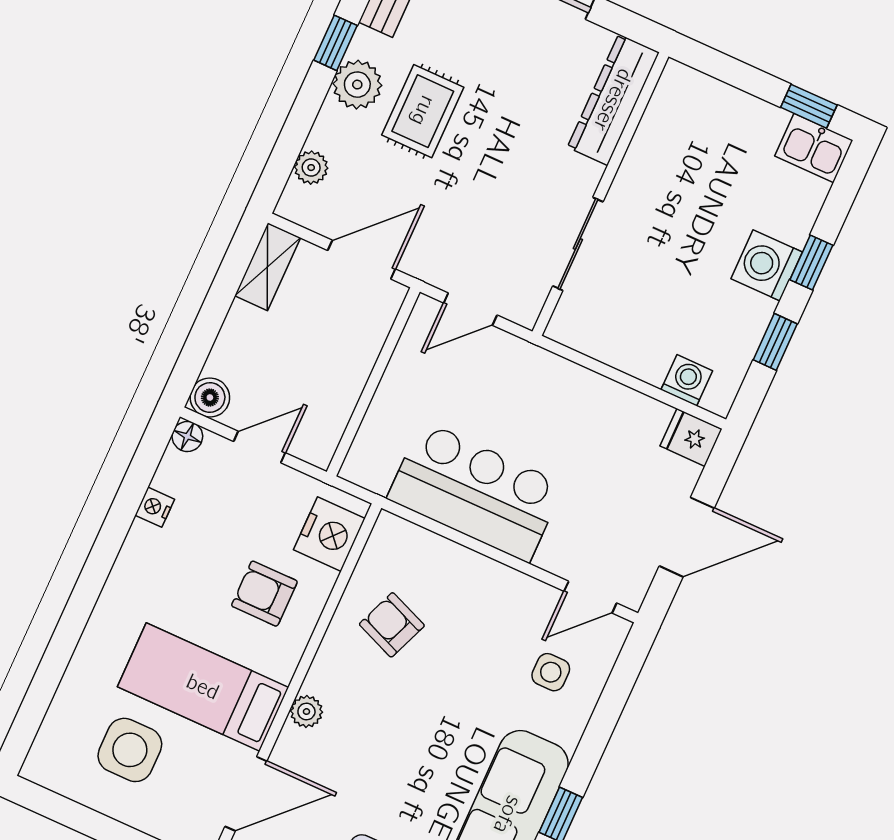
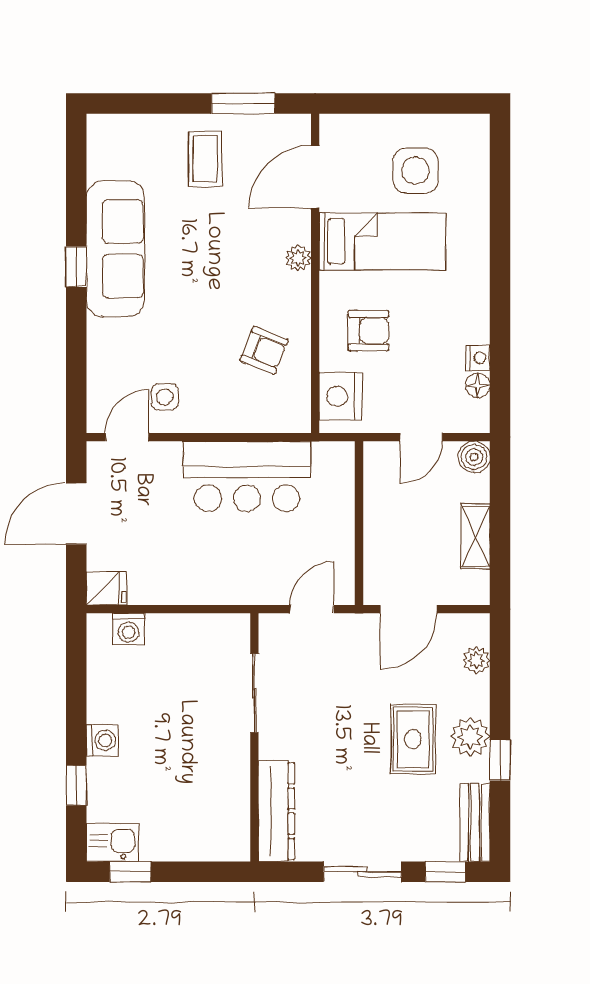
window: (811, 262) -> (76, 785), moved
washing machine: (767, 265) -> (102, 740), width x0.73, depth x0.73
shelving: (268, 267) -> (475, 536), moved
window: (775, 342) -> (76, 687), removed
floor lamp: (187, 436) -> (478, 385), moved
side table: (551, 672) -> (165, 397), moved

